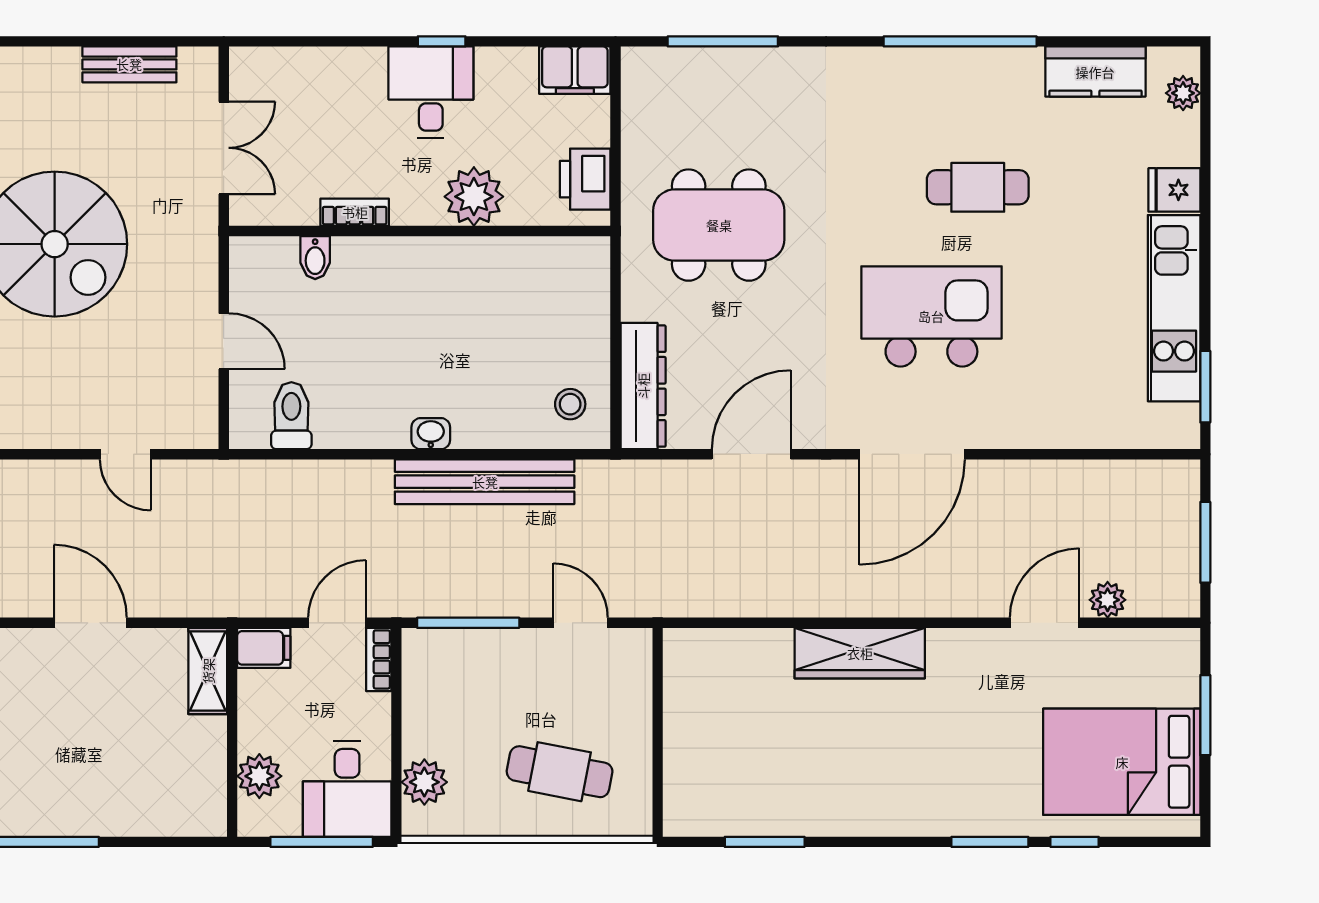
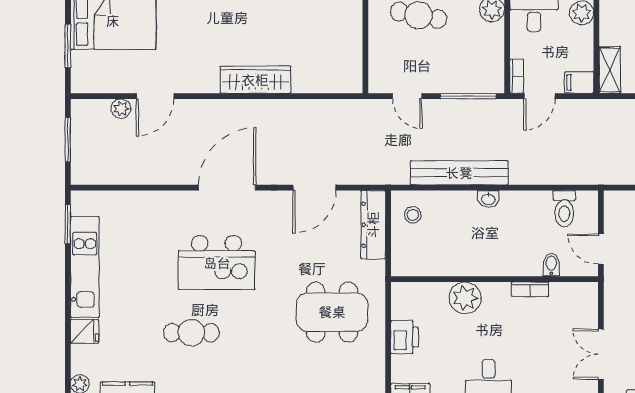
plant: (474, 197) -> (465, 298), moved
bookcase: (355, 212) -> (530, 289), moved
wall: (420, 231) -> (495, 279), moved
bidet: (315, 258) -> (551, 265), moved

